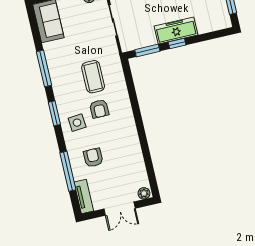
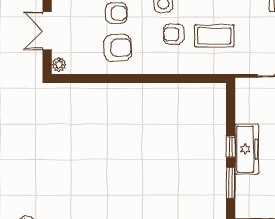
window: (147, 50) -> (231, 183), moved
armchair: (120, 150) -> (118, 48), added

